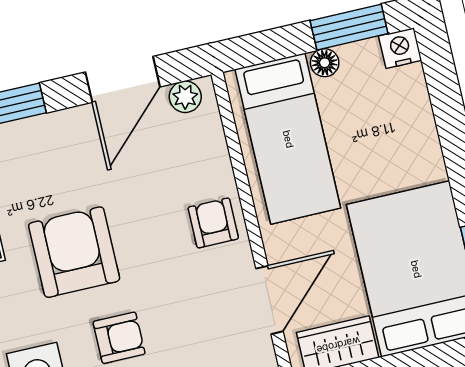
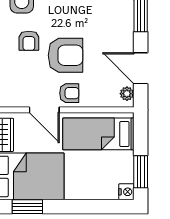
floor lamp: (325, 63) -> (128, 158), removed
armchair: (74, 252) -> (66, 55), moved
door: (270, 300) -> (44, 110), moved

